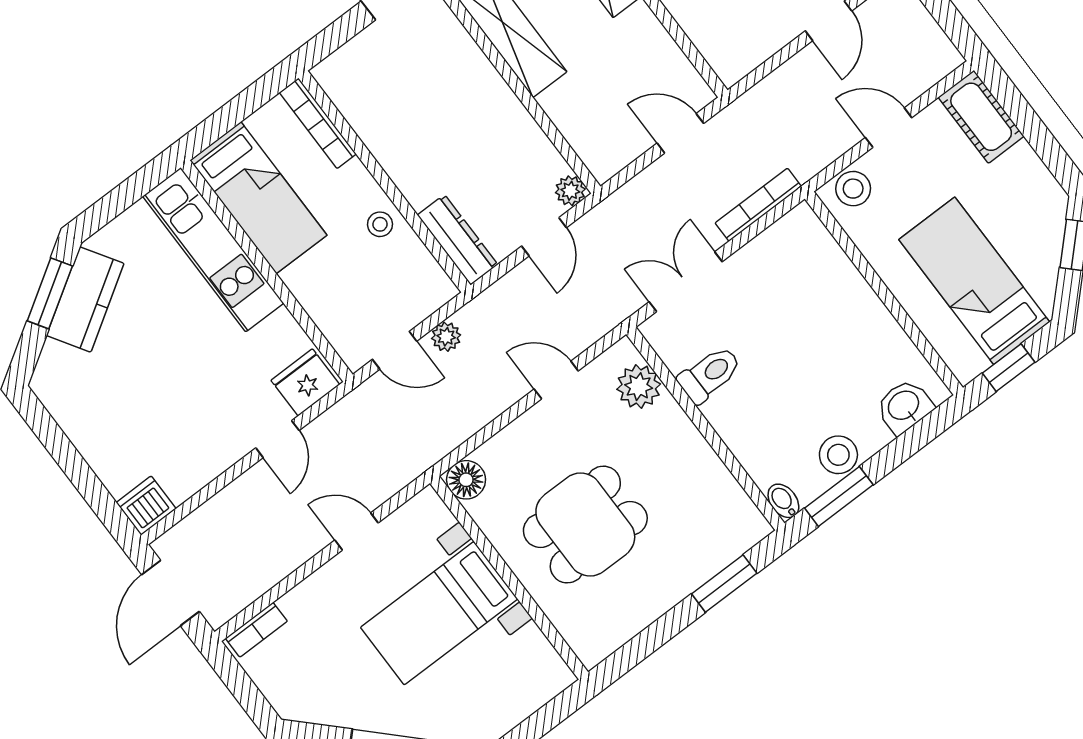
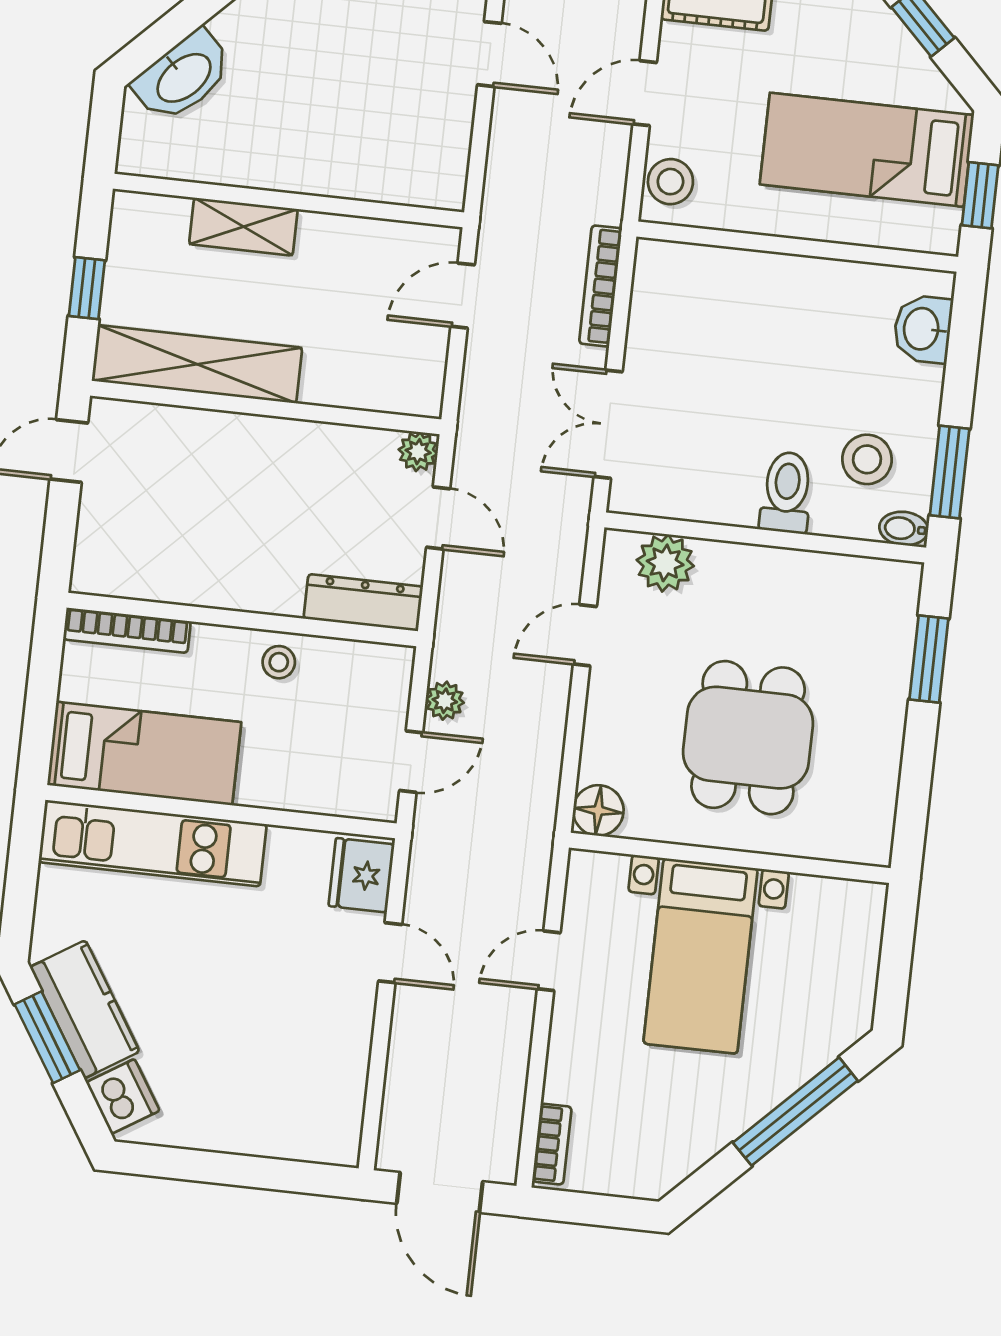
toilet: (710, 374) -> (786, 492), moved
stool: (838, 455) -> (867, 459), moved
dishwasher: (146, 506) -> (123, 1097), moved, turned 148

